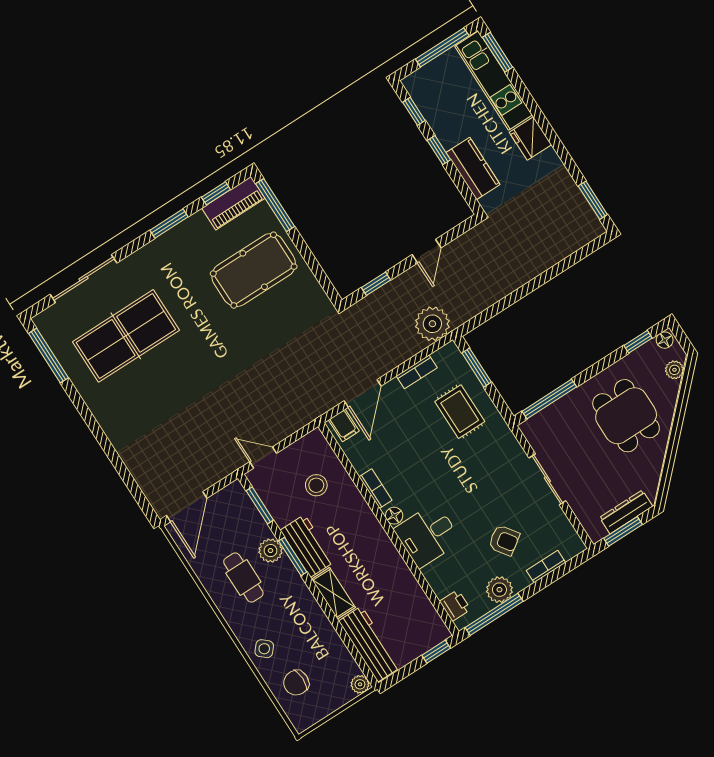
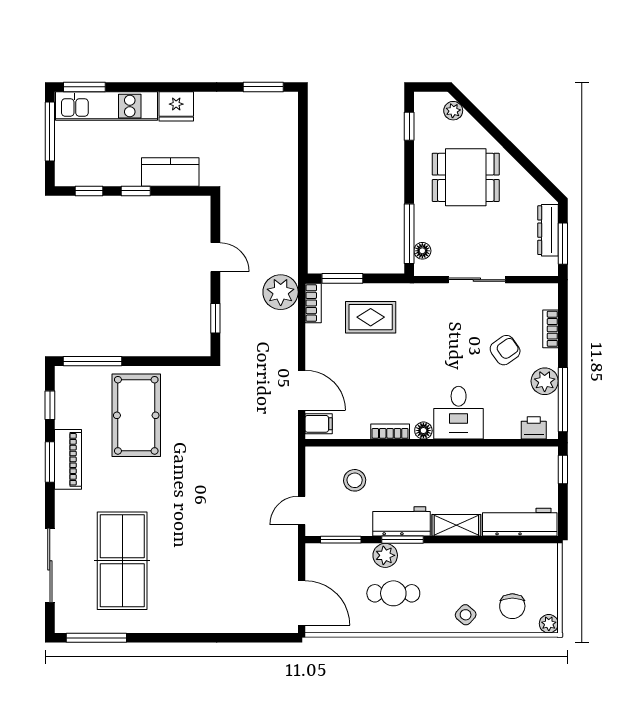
piano: (233, 203) -> (68, 459), moved
floor lamp: (665, 340) -> (422, 251), moved
bookcase: (417, 372) -> (313, 303), moved
plant: (360, 684) -> (549, 624), moved

